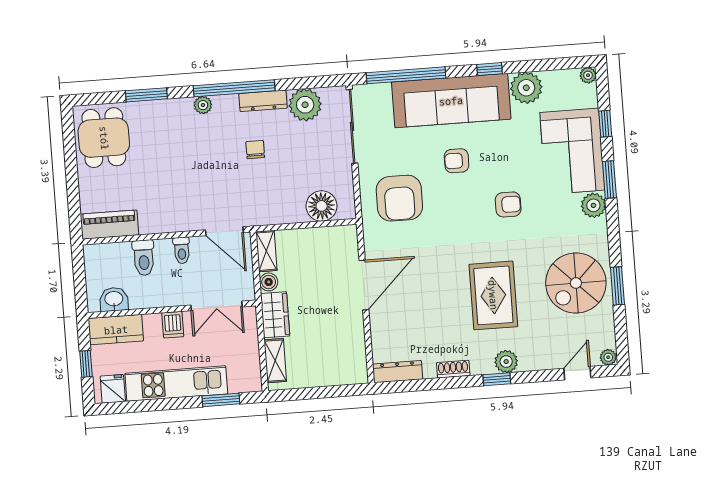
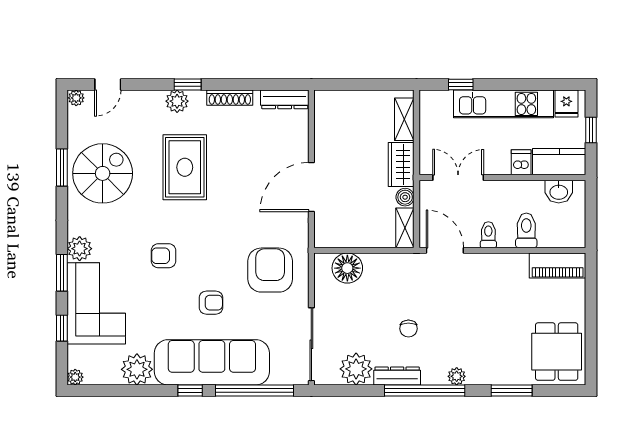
window: (490, 69) -> (190, 390), moved
dishwasher: (173, 325) -> (521, 162), moved
shoe rack: (453, 369) -> (230, 98), width x1.43
window: (221, 400) -> (461, 85), width x0.67

